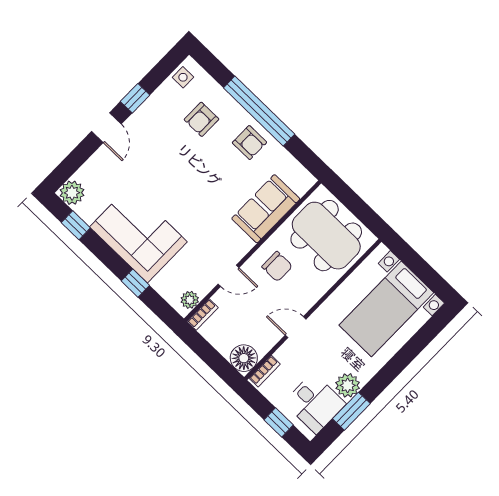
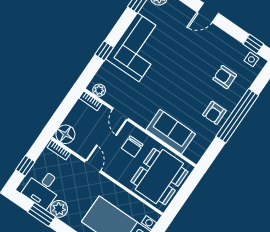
window: (135, 98) -> (253, 44), moved

